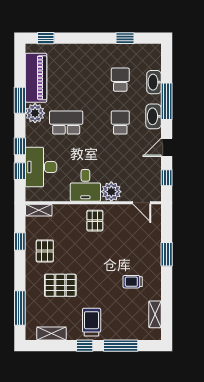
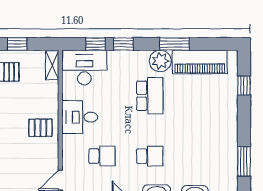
window: (46, 38) -> (244, 86), moved
window: (125, 38) -> (244, 161), width x1.50
school desk: (120, 80) -> (102, 156), moved
desk: (41, 167) -> (84, 68), moved
plant: (111, 192) -> (73, 146), removed

